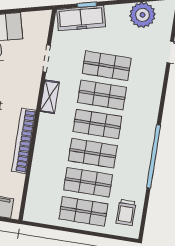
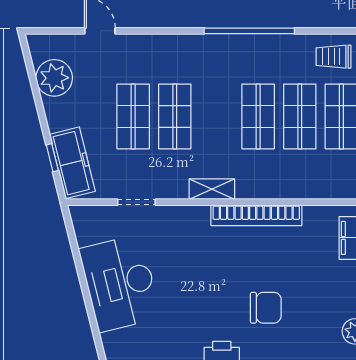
shelving: (50, 97) -> (212, 189), moved
shop shelf: (97, 124) -> (216, 116), removed
trolley: (126, 213) -> (333, 57), turned 180

